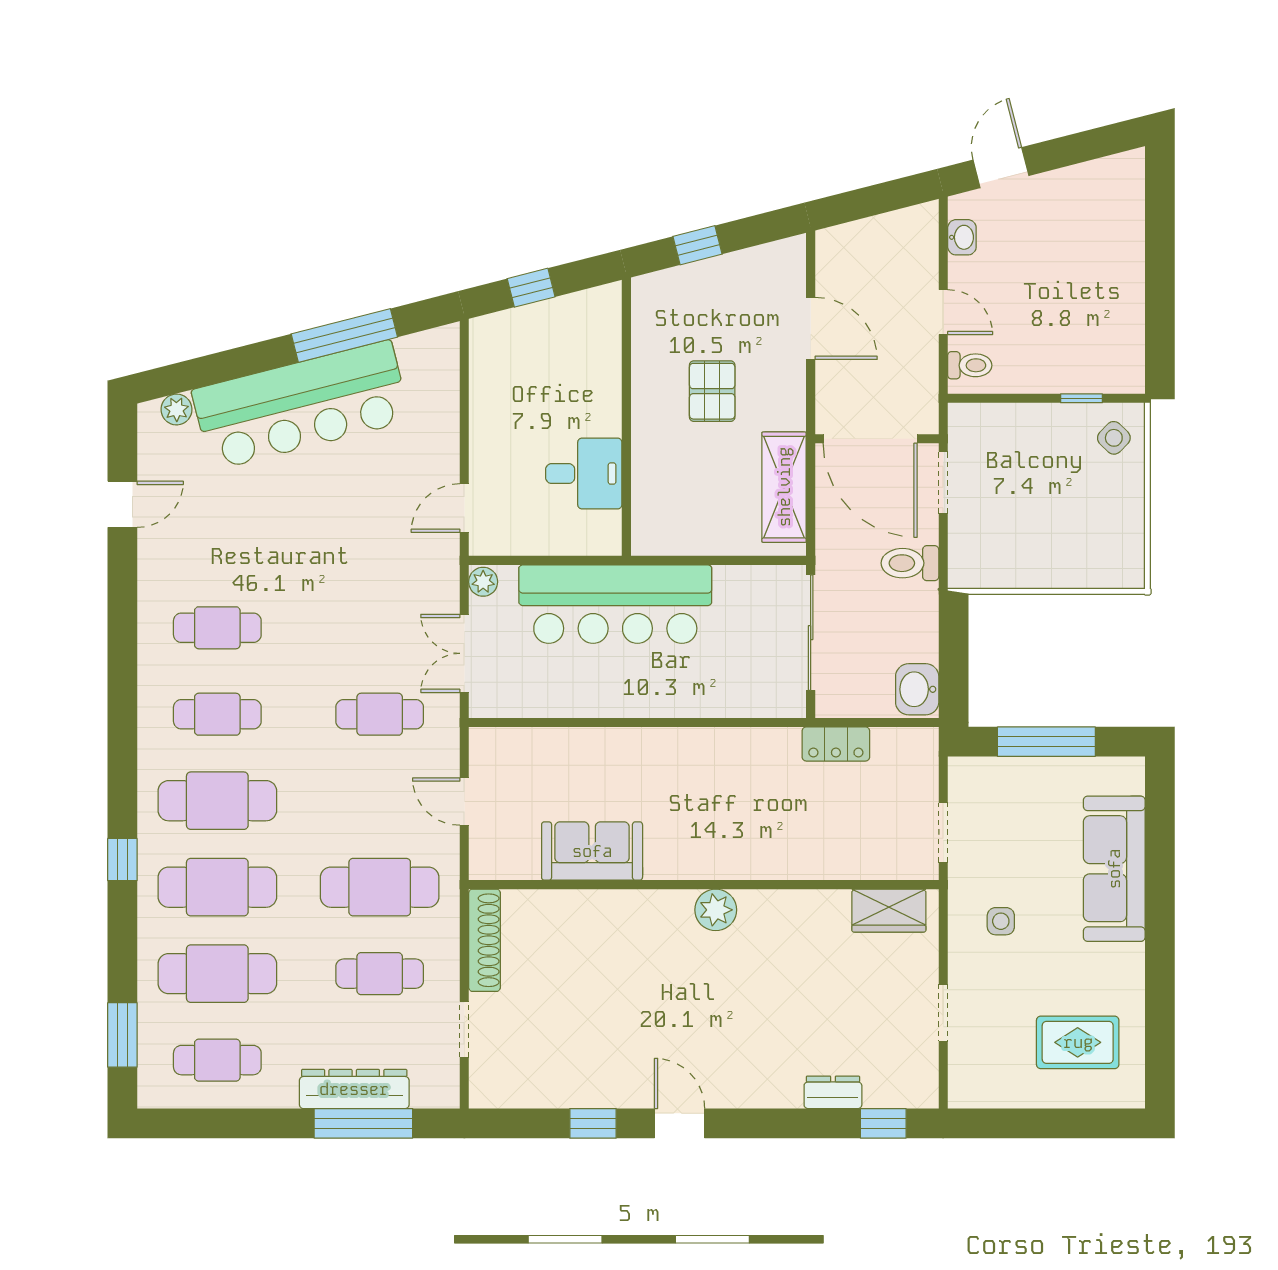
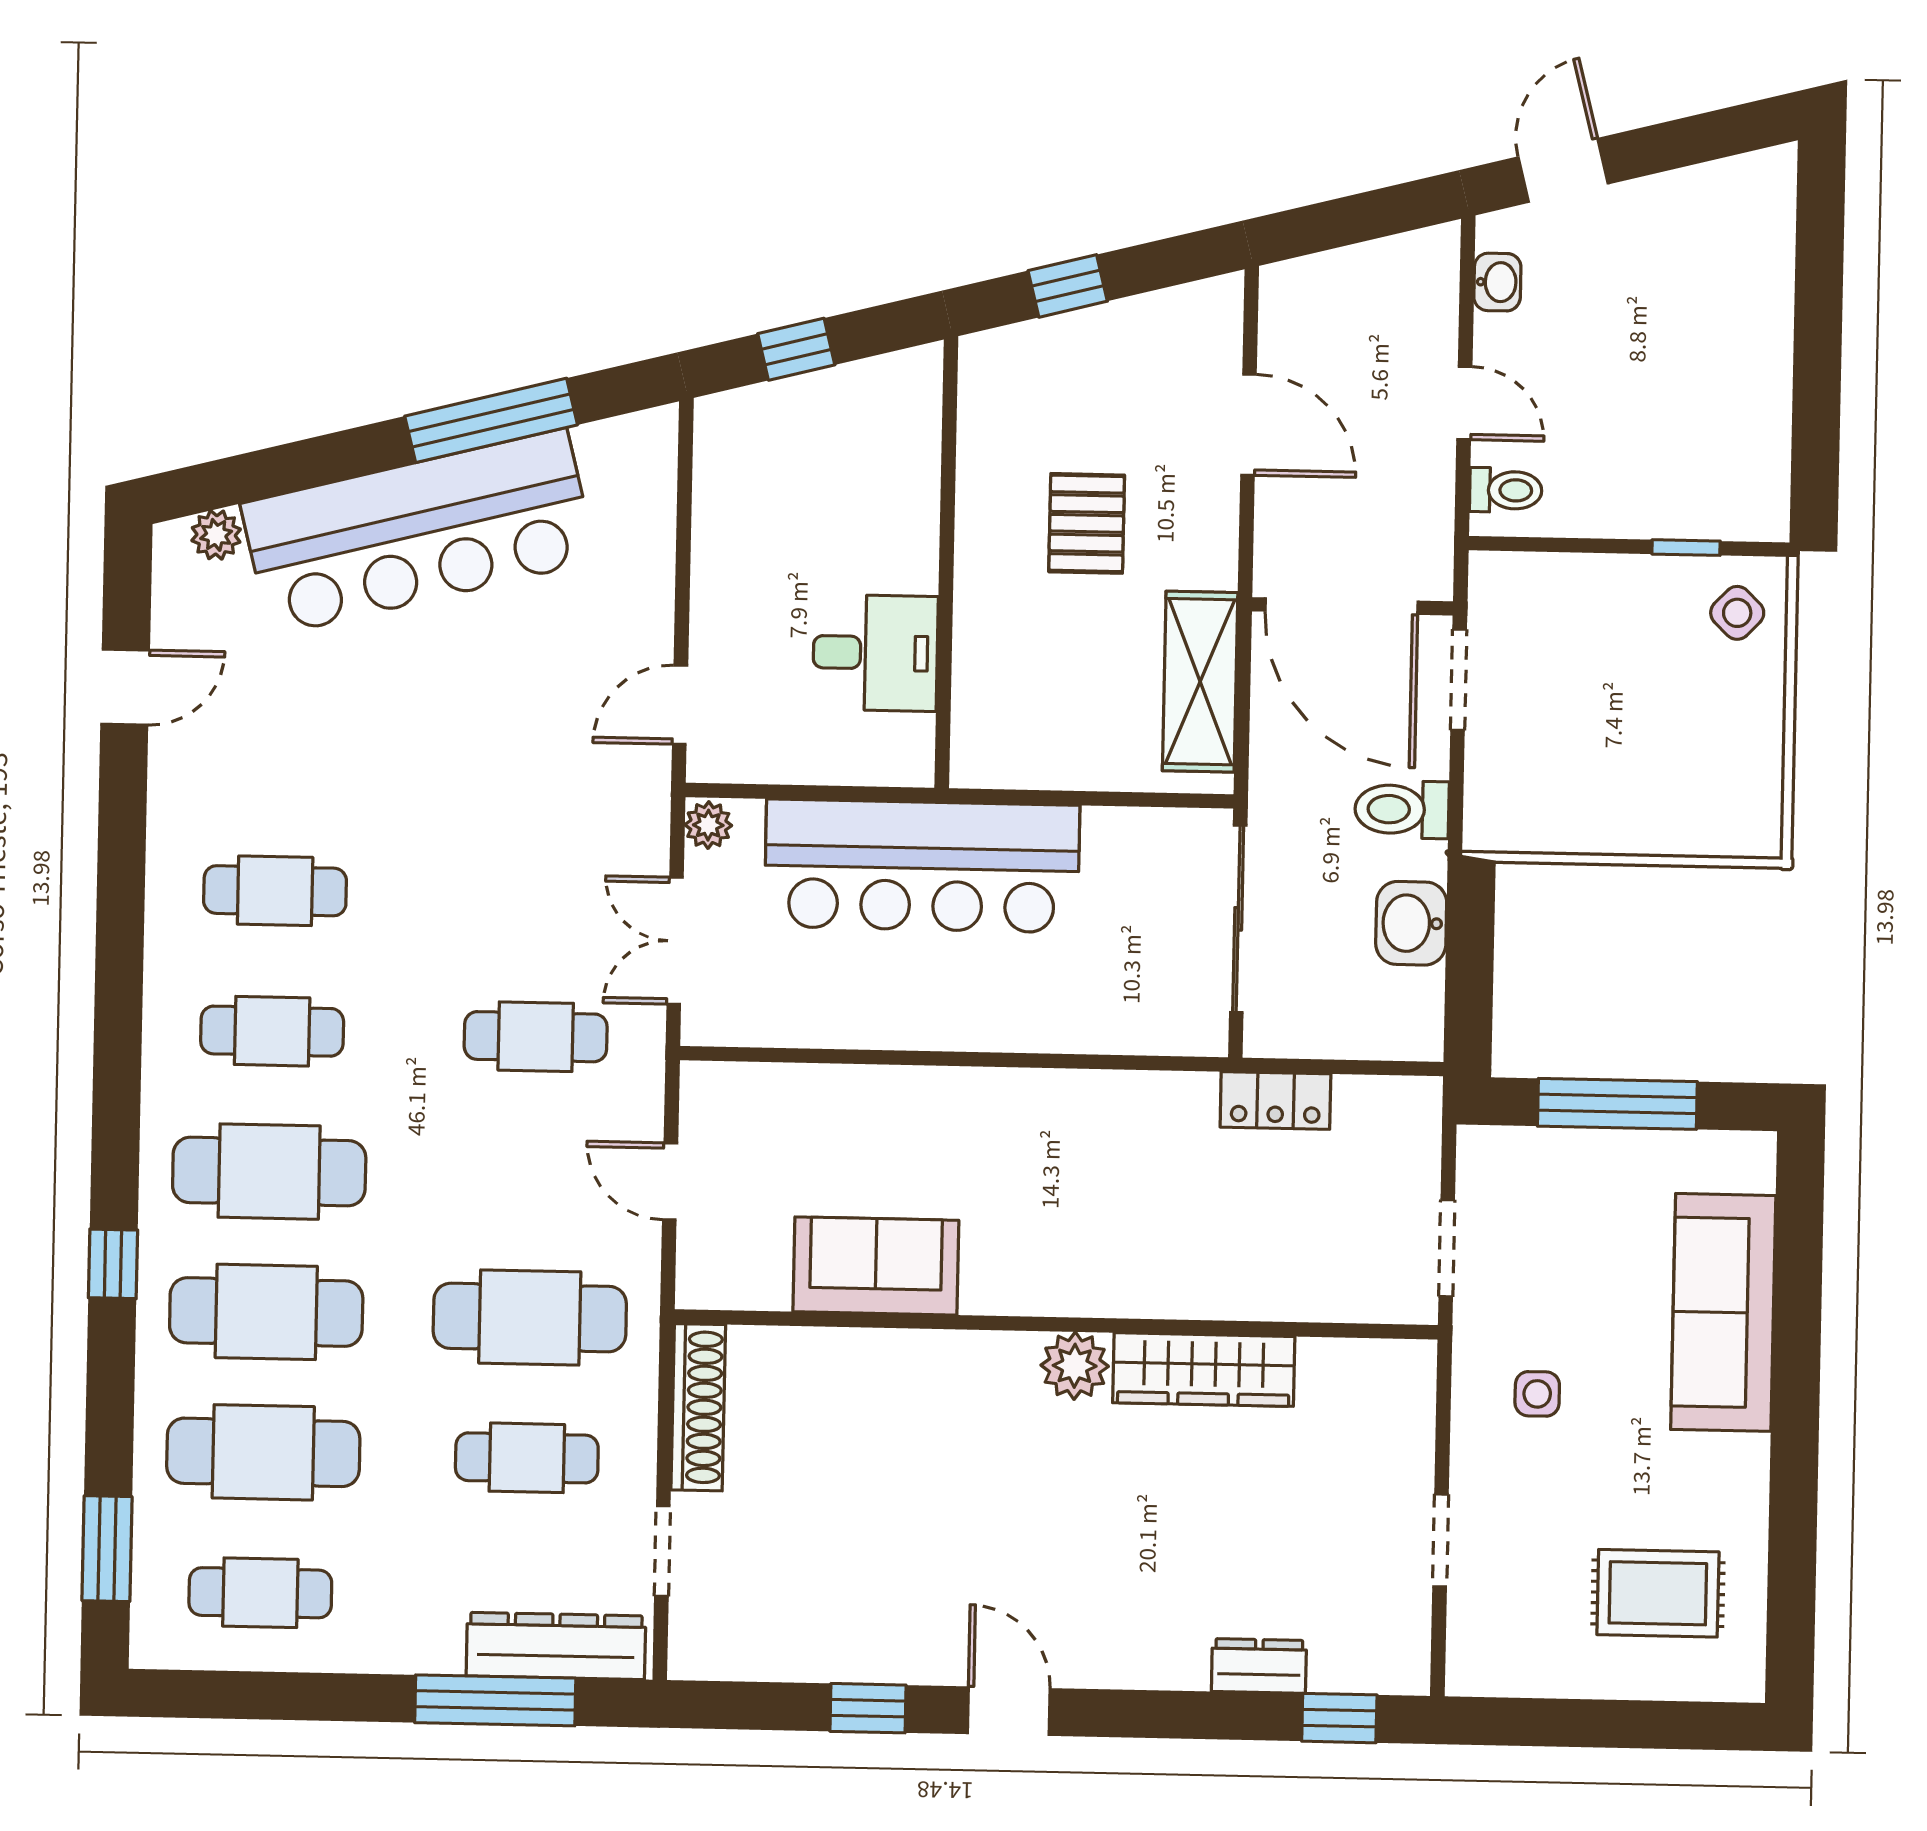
washbasin: (917, 689) -> (1411, 923), moved
wardrobe: (889, 911) -> (1204, 1370), moved, width x1.50
dresser: (354, 1089) -> (556, 1646), moved

